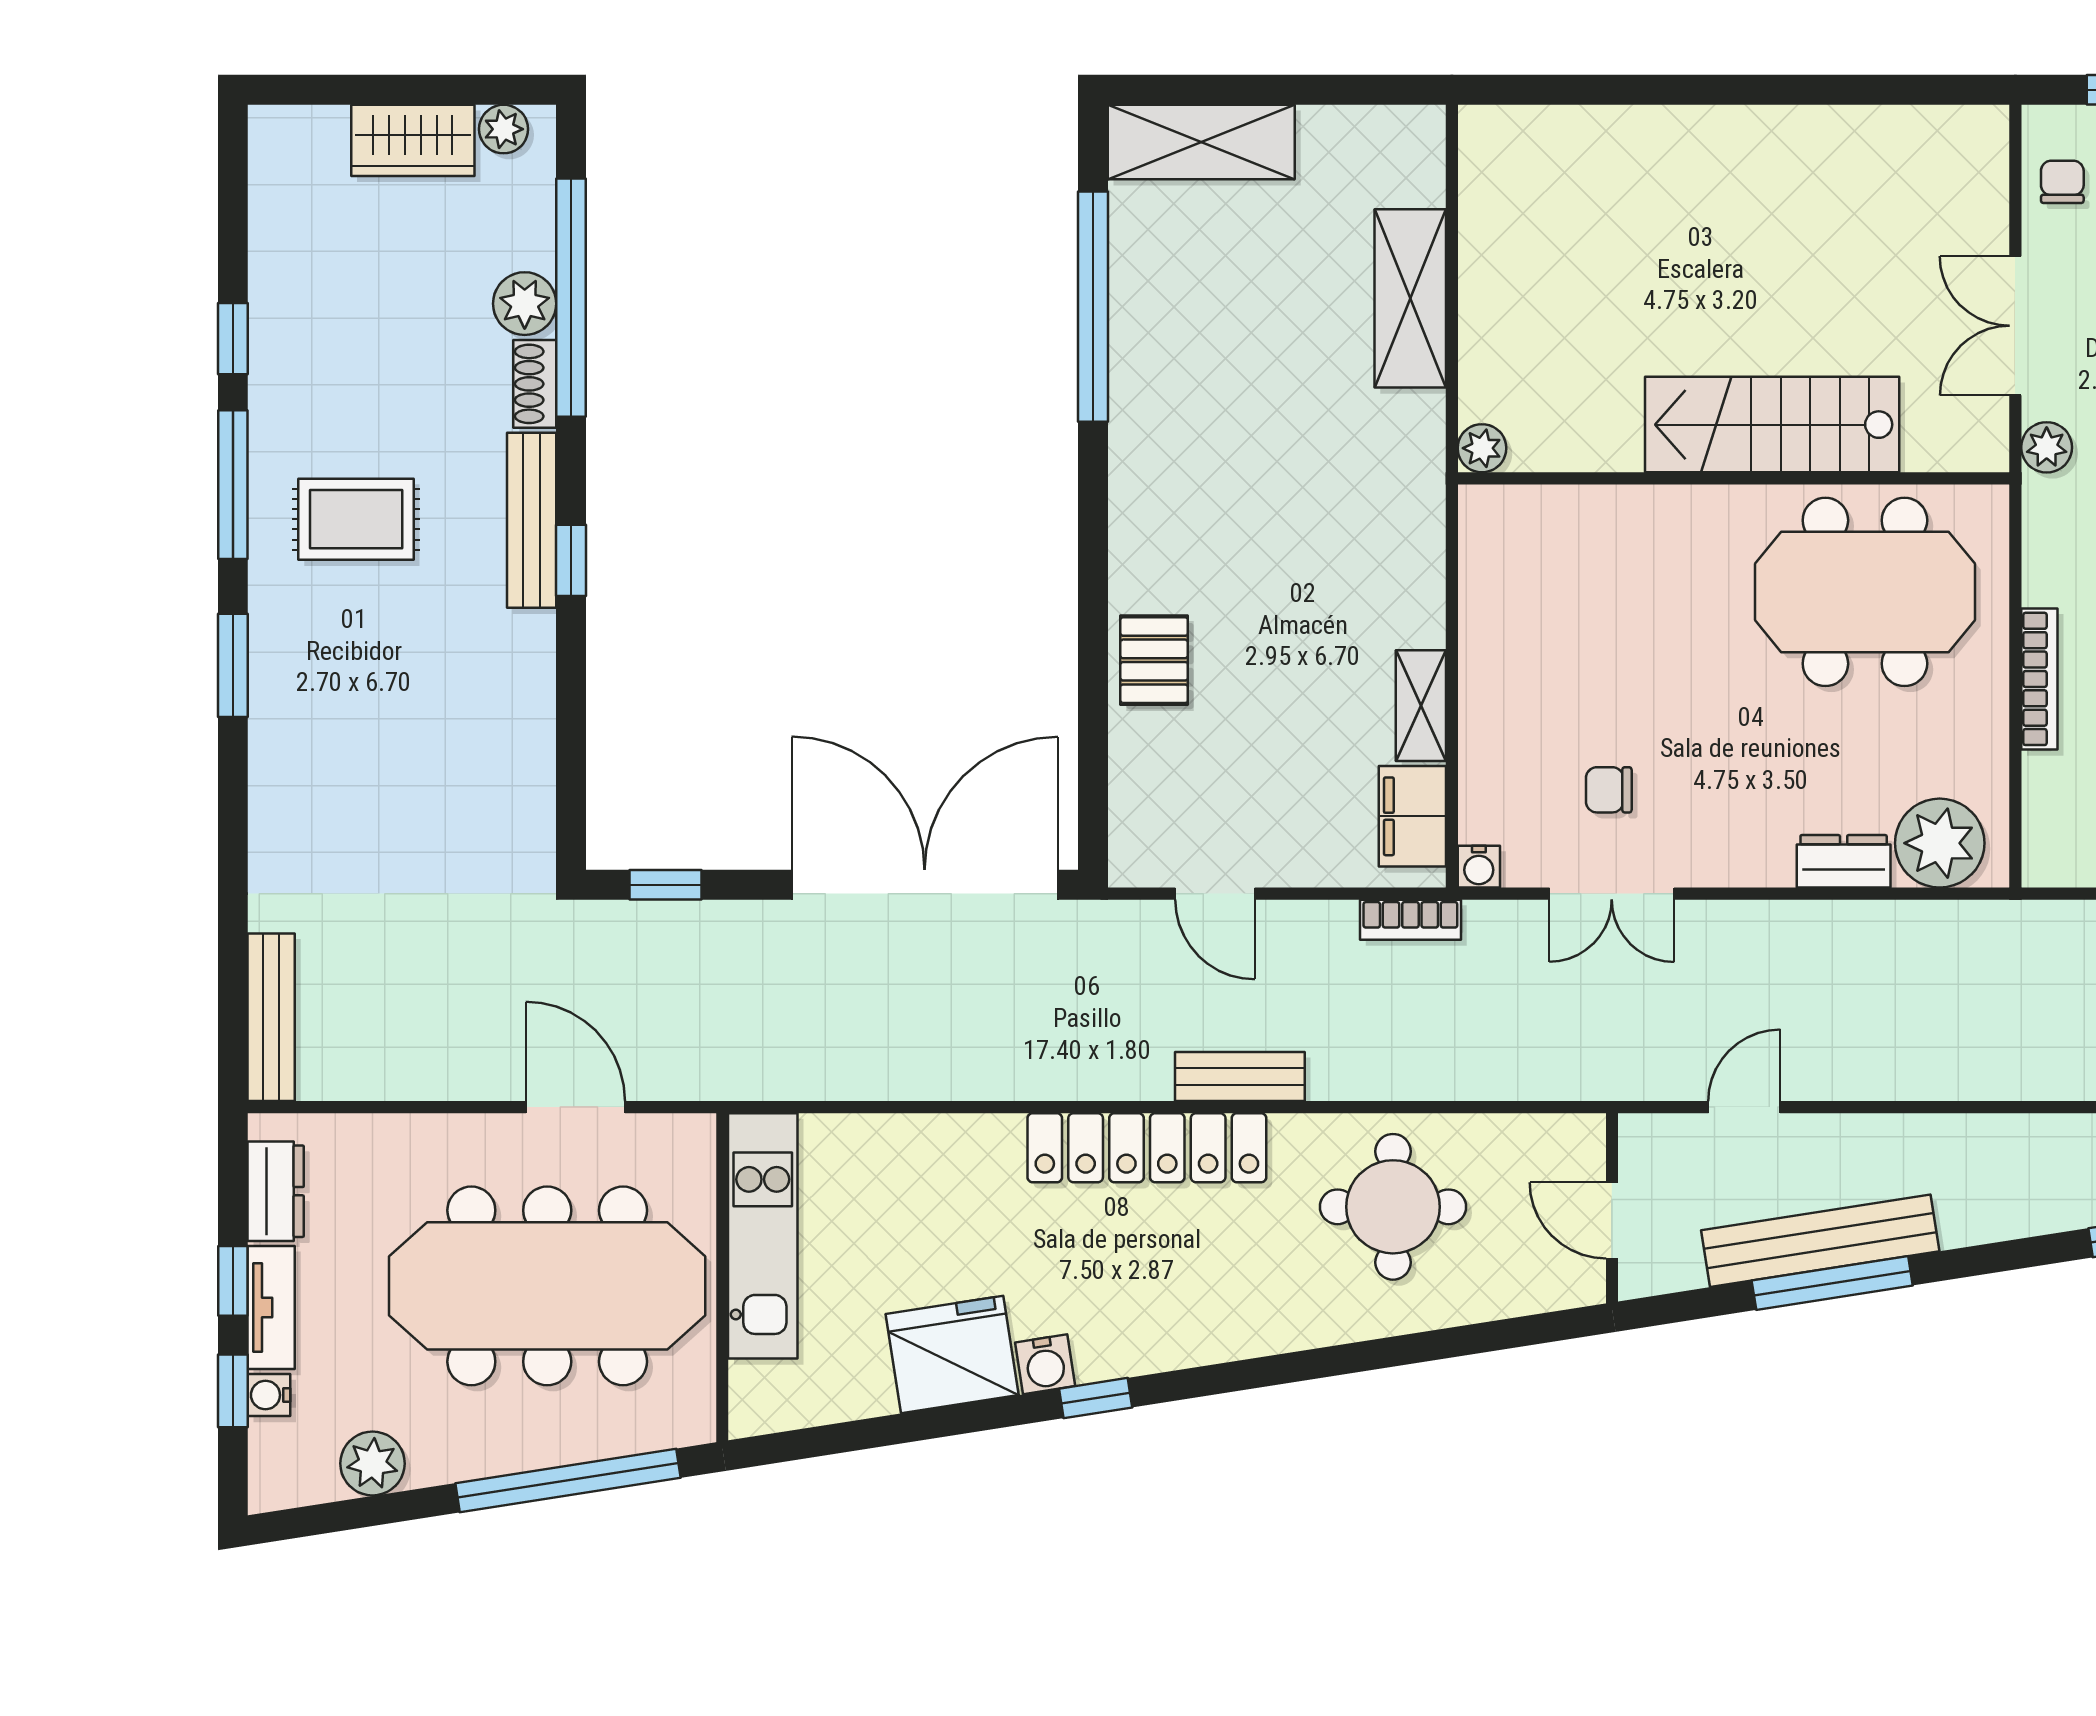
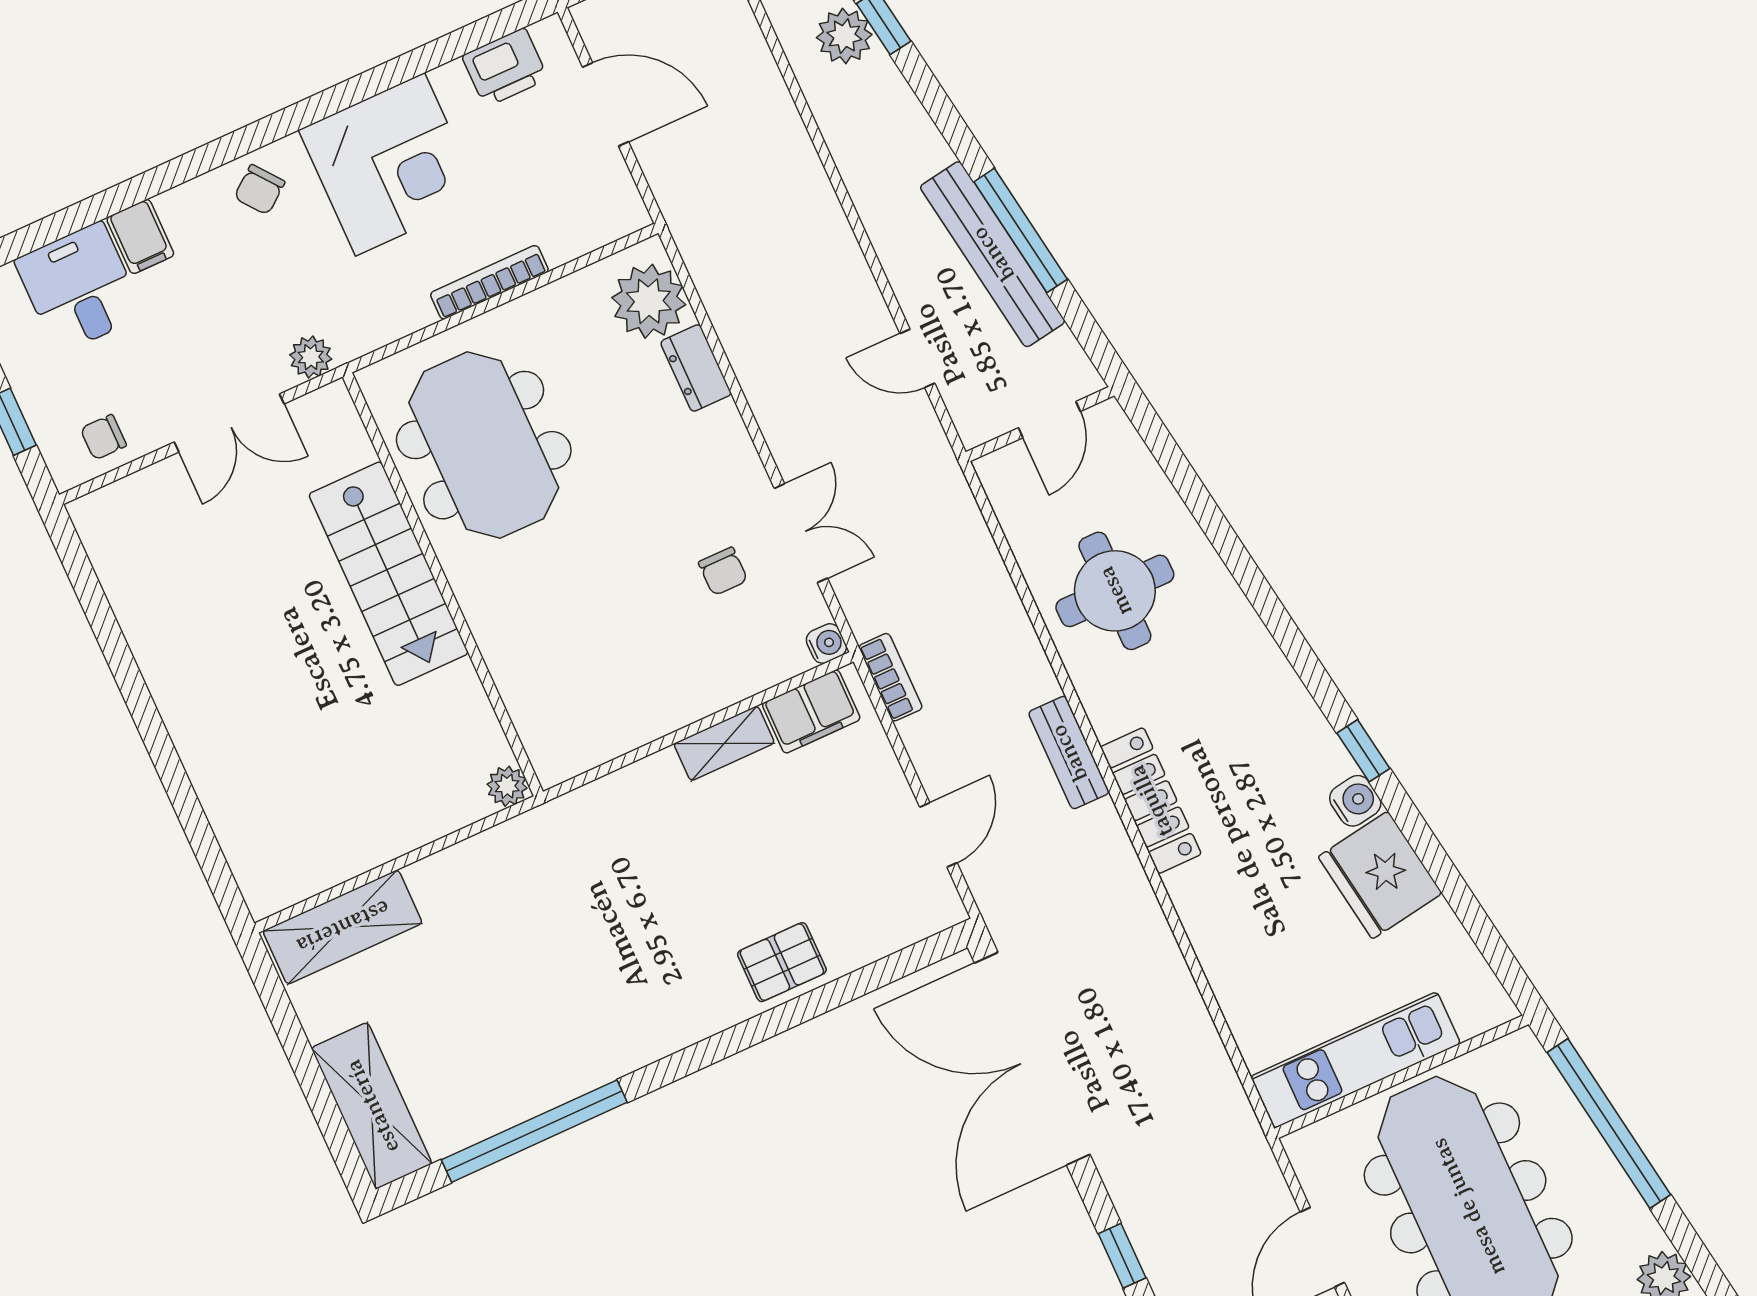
shelving: (1410, 298) -> (343, 927), moved
locker: (1147, 1148) -> (1151, 801), width x0.71, depth x0.83

